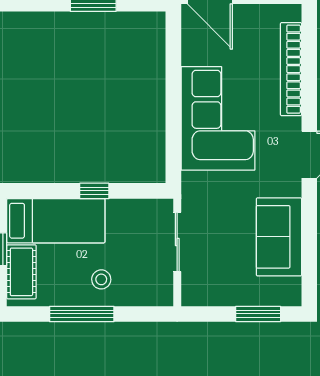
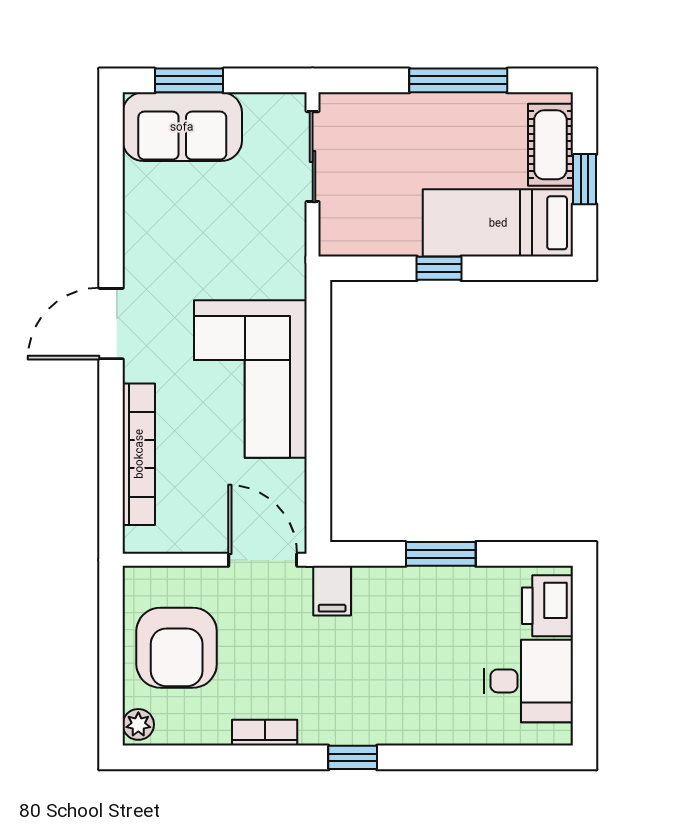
sofa: (279, 237) -> (182, 127), moved, turned 90
sliding door: (177, 242) -> (313, 157), moved
stool: (101, 279) -> (429, 133), removed

